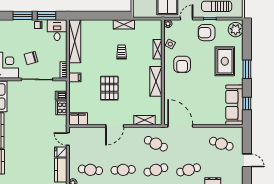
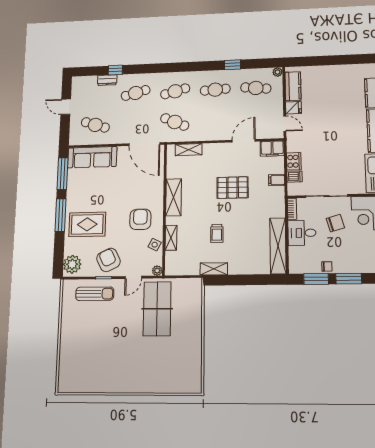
desk: (57, 30) -> (302, 233), moved, turned 90
armchair: (207, 33) -> (109, 260), turned -116
rug: (225, 61) -> (87, 224), turned 90
window: (247, 69) -> (61, 215), width x1.44
filing cabinet: (75, 77) -> (277, 180), moved
pallet: (109, 88) -> (233, 188), turned 90
window: (247, 104) -> (63, 173), width x2.17
sofa: (234, 105) -> (92, 157), moved, turned 90
door: (115, 126) -> (244, 141), moved

